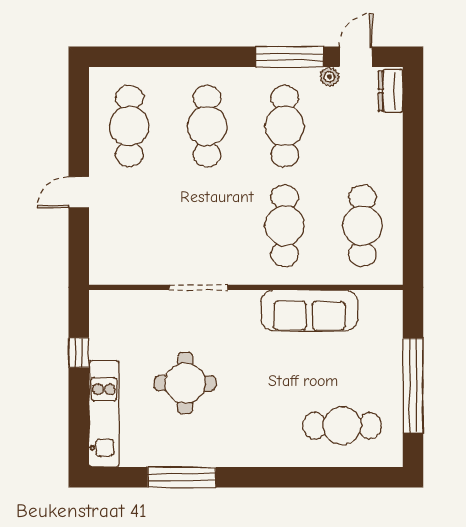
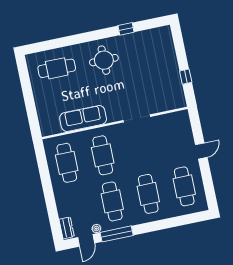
round table: (185, 383) -> (104, 60), moved
window: (413, 385) -> (28, 94), removed
kitchen unit: (104, 414) -> (168, 51), removed
window: (182, 477) -> (126, 29), width x0.46

